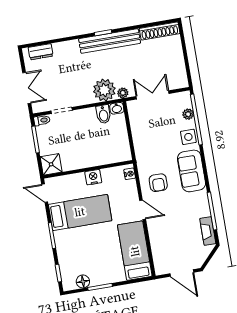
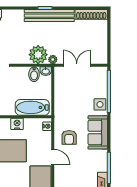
plant: (188, 114) -> (103, 86), removed
bathtub: (108, 154) -> (32, 107), added

